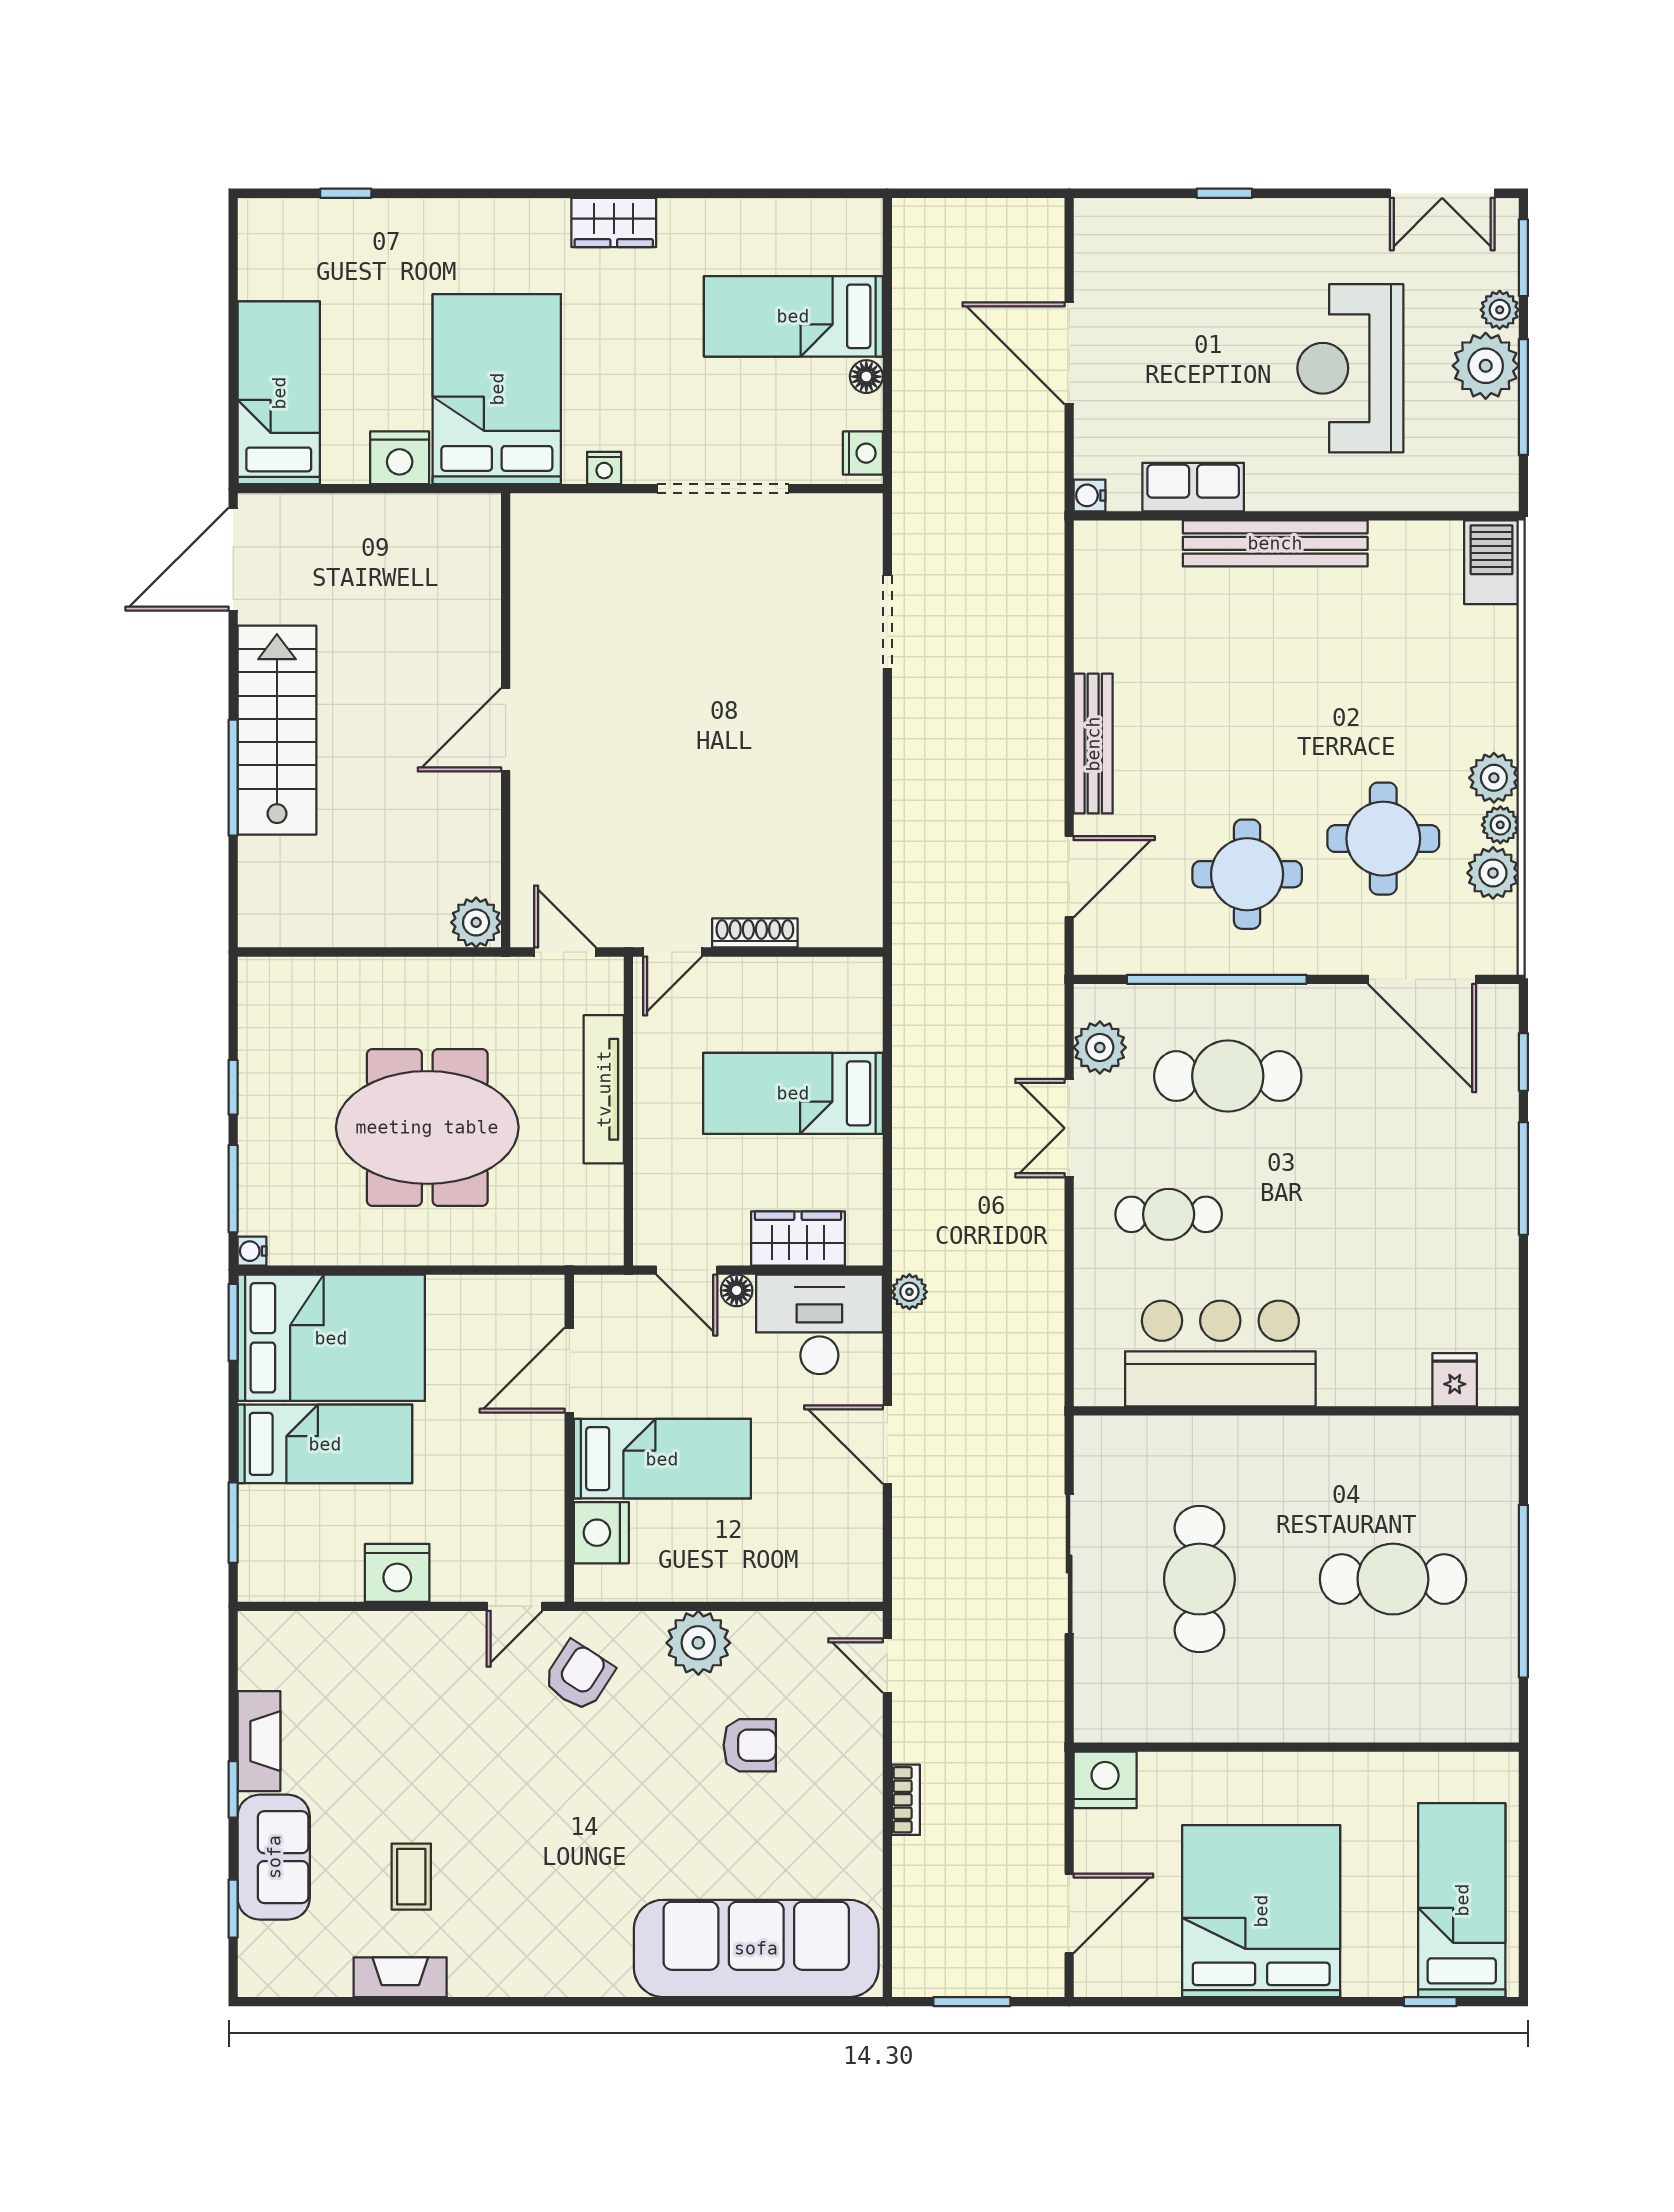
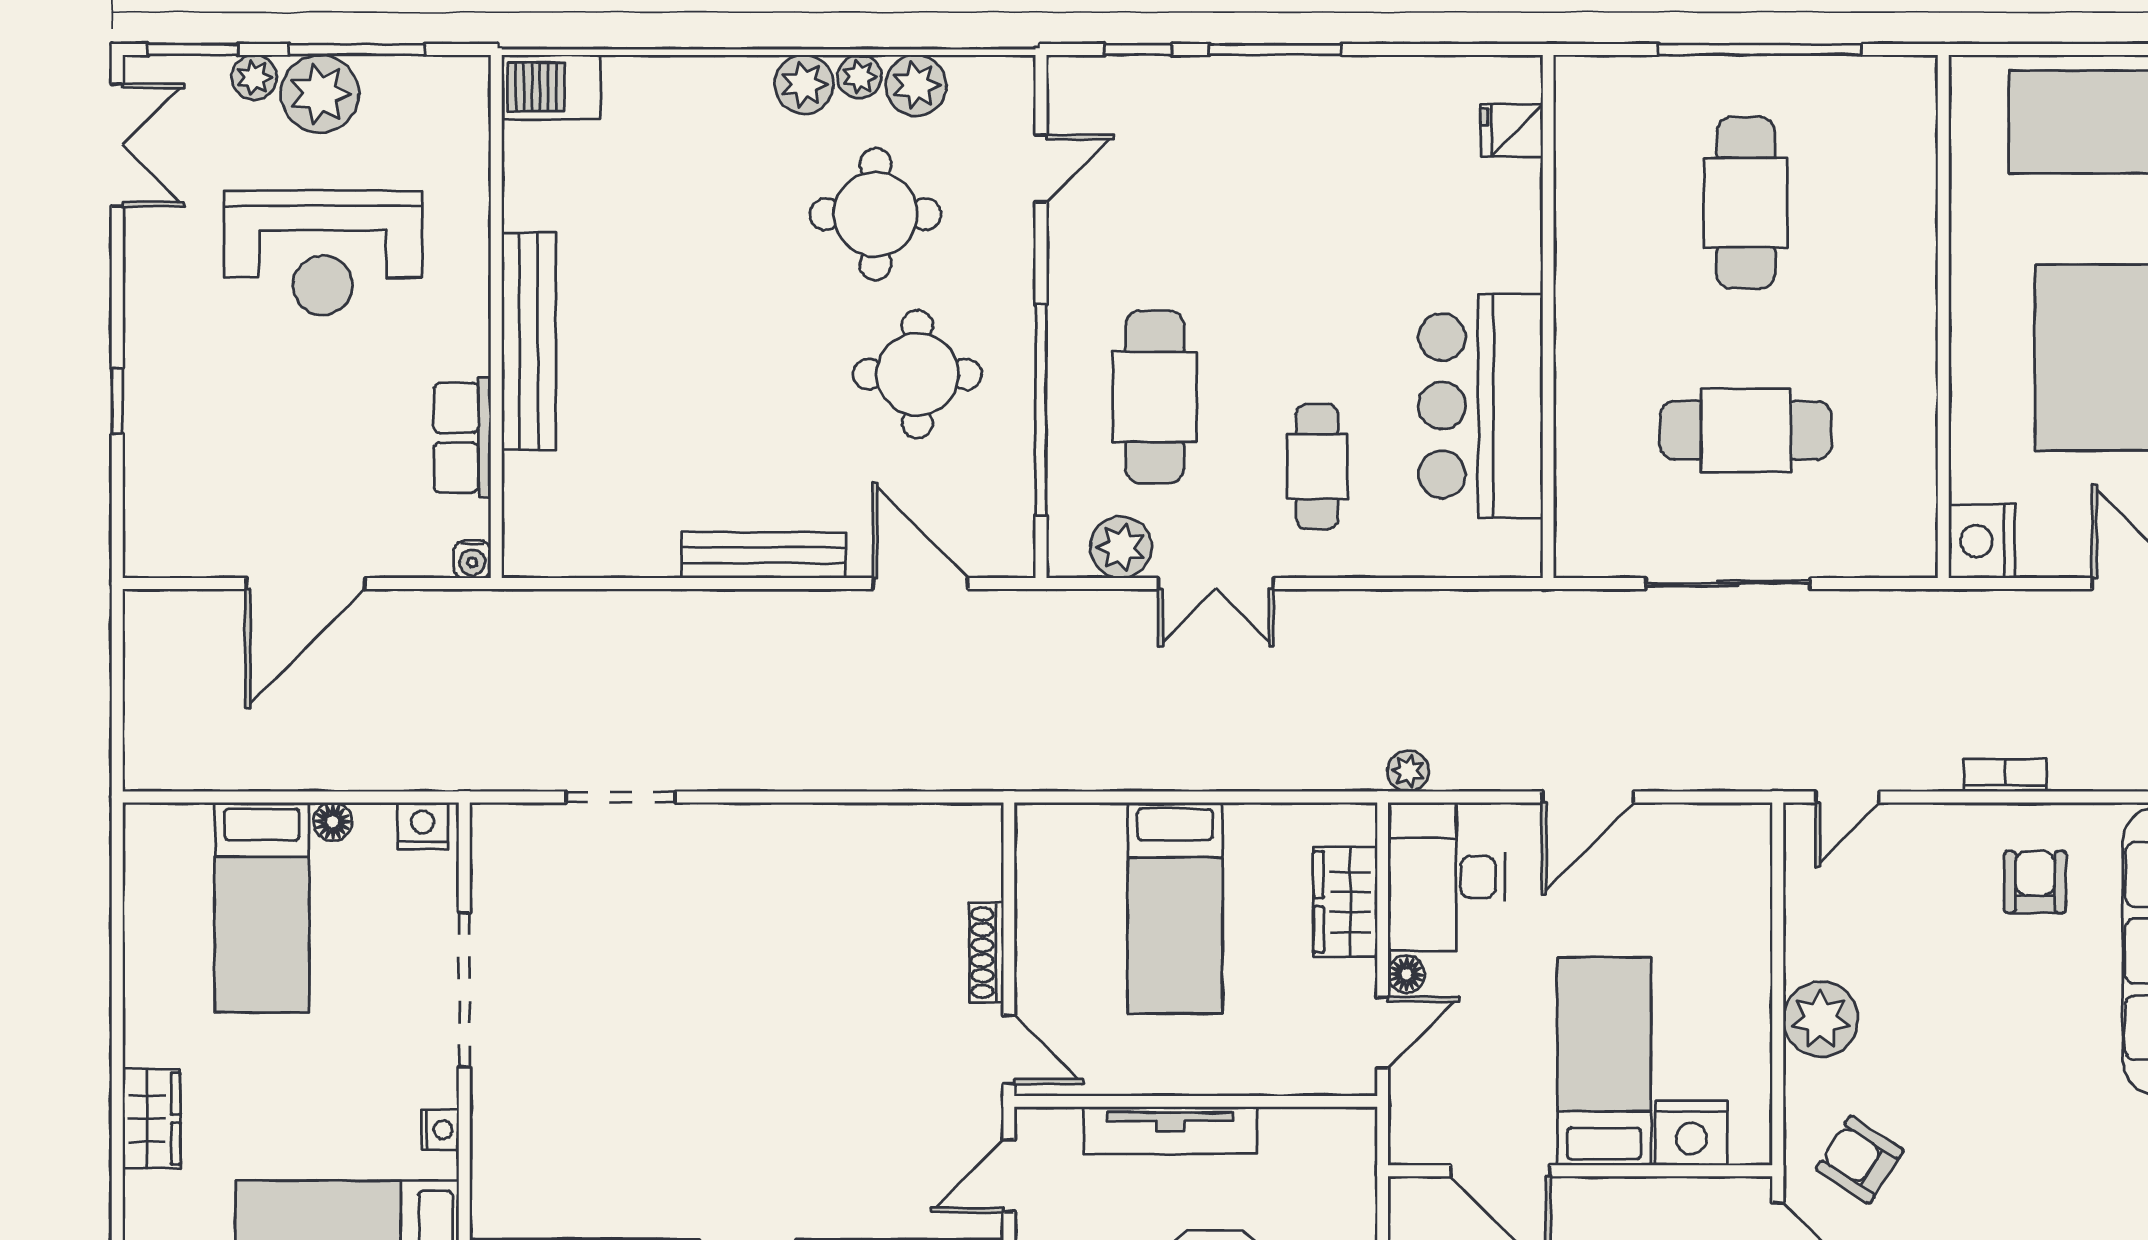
door: (1422, 979) -> (1041, 169), width x0.53
armchair: (750, 1745) -> (2035, 882), moved

